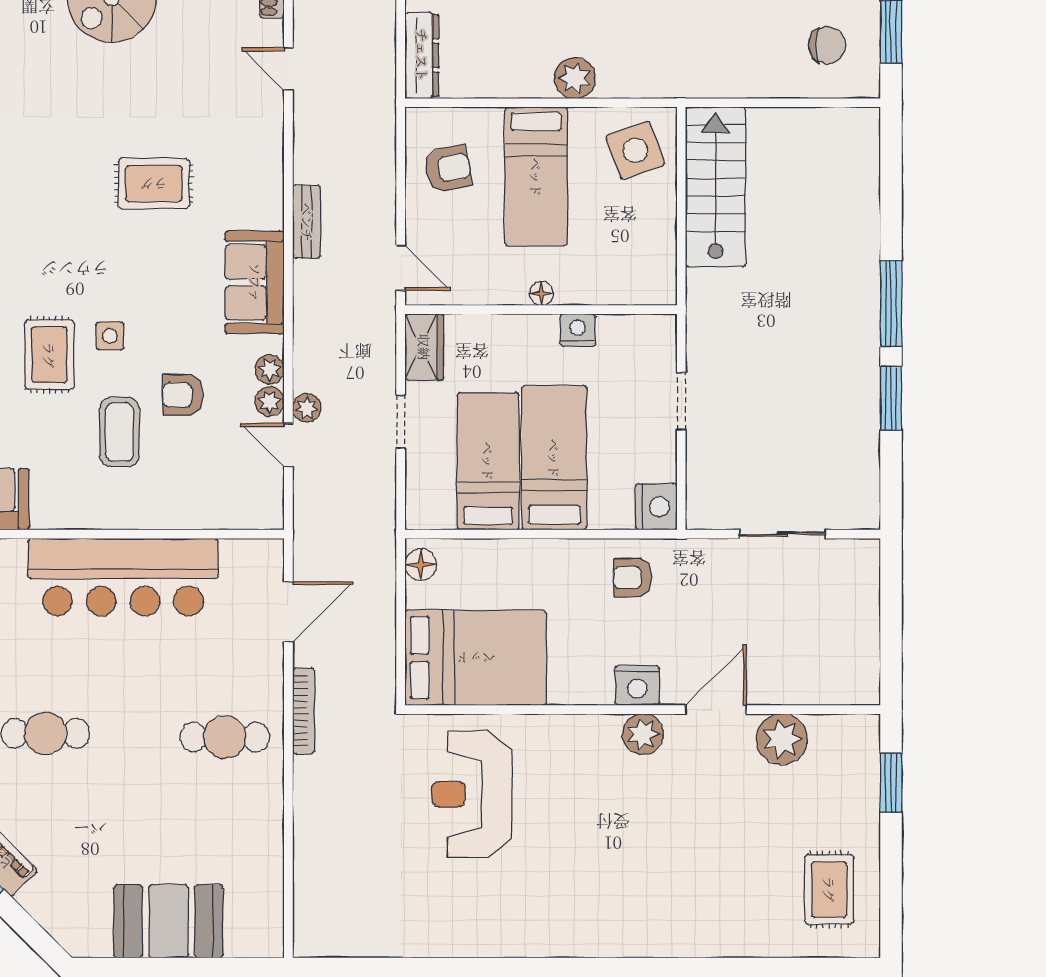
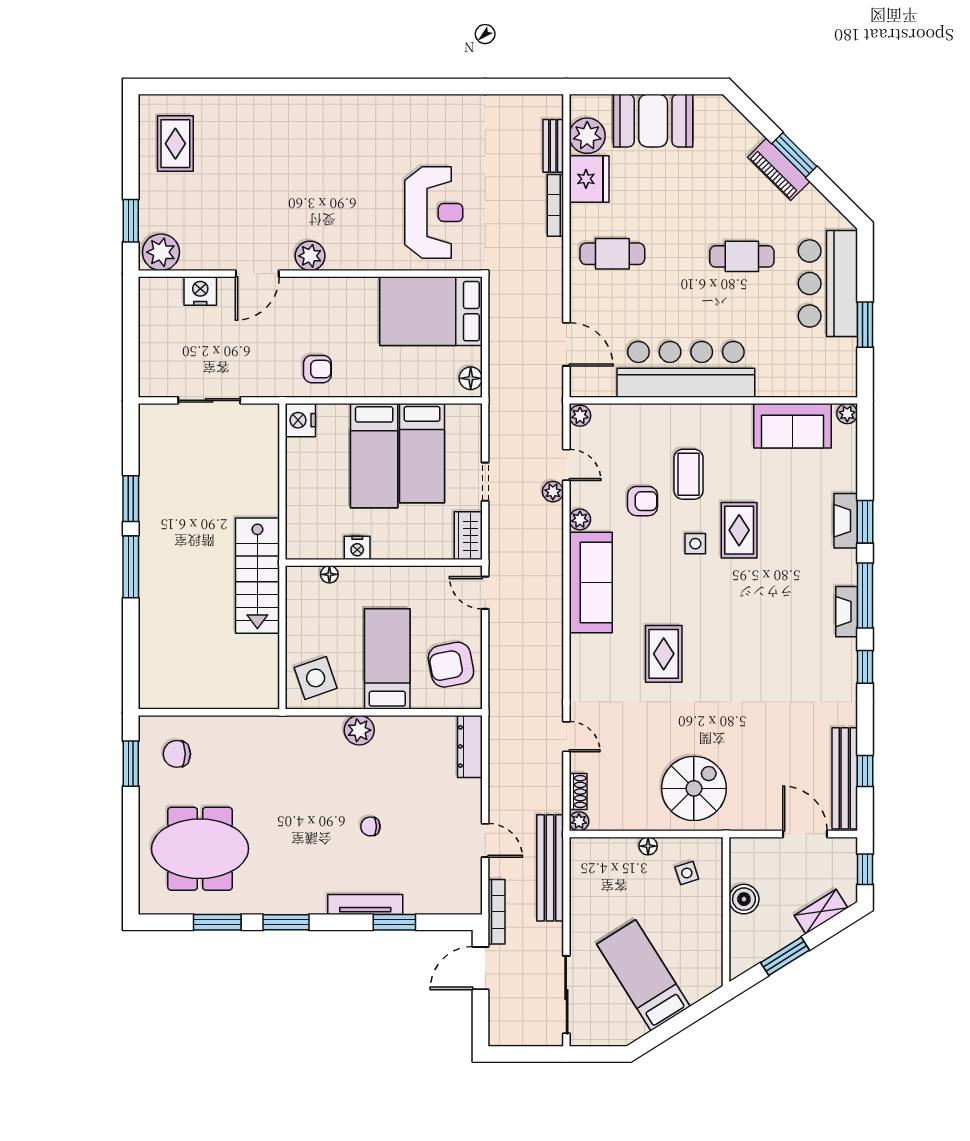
armchair: (448, 169) -> (451, 665), width x1.38, depth x1.38
rug: (154, 184) -> (664, 654), turned 90
stairs: (716, 187) -> (257, 576), moved
bench: (307, 222) -> (553, 146), moved
sofa: (255, 282) -> (591, 582), width x1.36
floor lamp: (541, 293) -> (329, 574), moved
doorway: (681, 401) -> (282, 496), removed
plant: (270, 402) -> (580, 416), moved
door: (288, 612) -> (566, 344), swing flipped
nightstand: (637, 685) -> (200, 291), moved
bookcase: (304, 711) -> (555, 205), moved
plant: (782, 739) -> (161, 252), moved
fridge: (257, 841) -> (589, 179), added
plant: (260, 900) -> (587, 136), added

